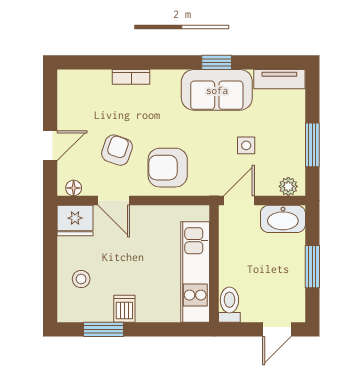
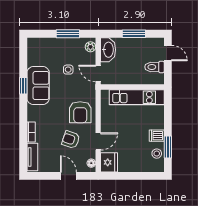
tv unit: (279, 79) -> (32, 157), moved
stool: (81, 279) -> (157, 154), moved
toilet: (229, 305) -> (155, 67), moved

